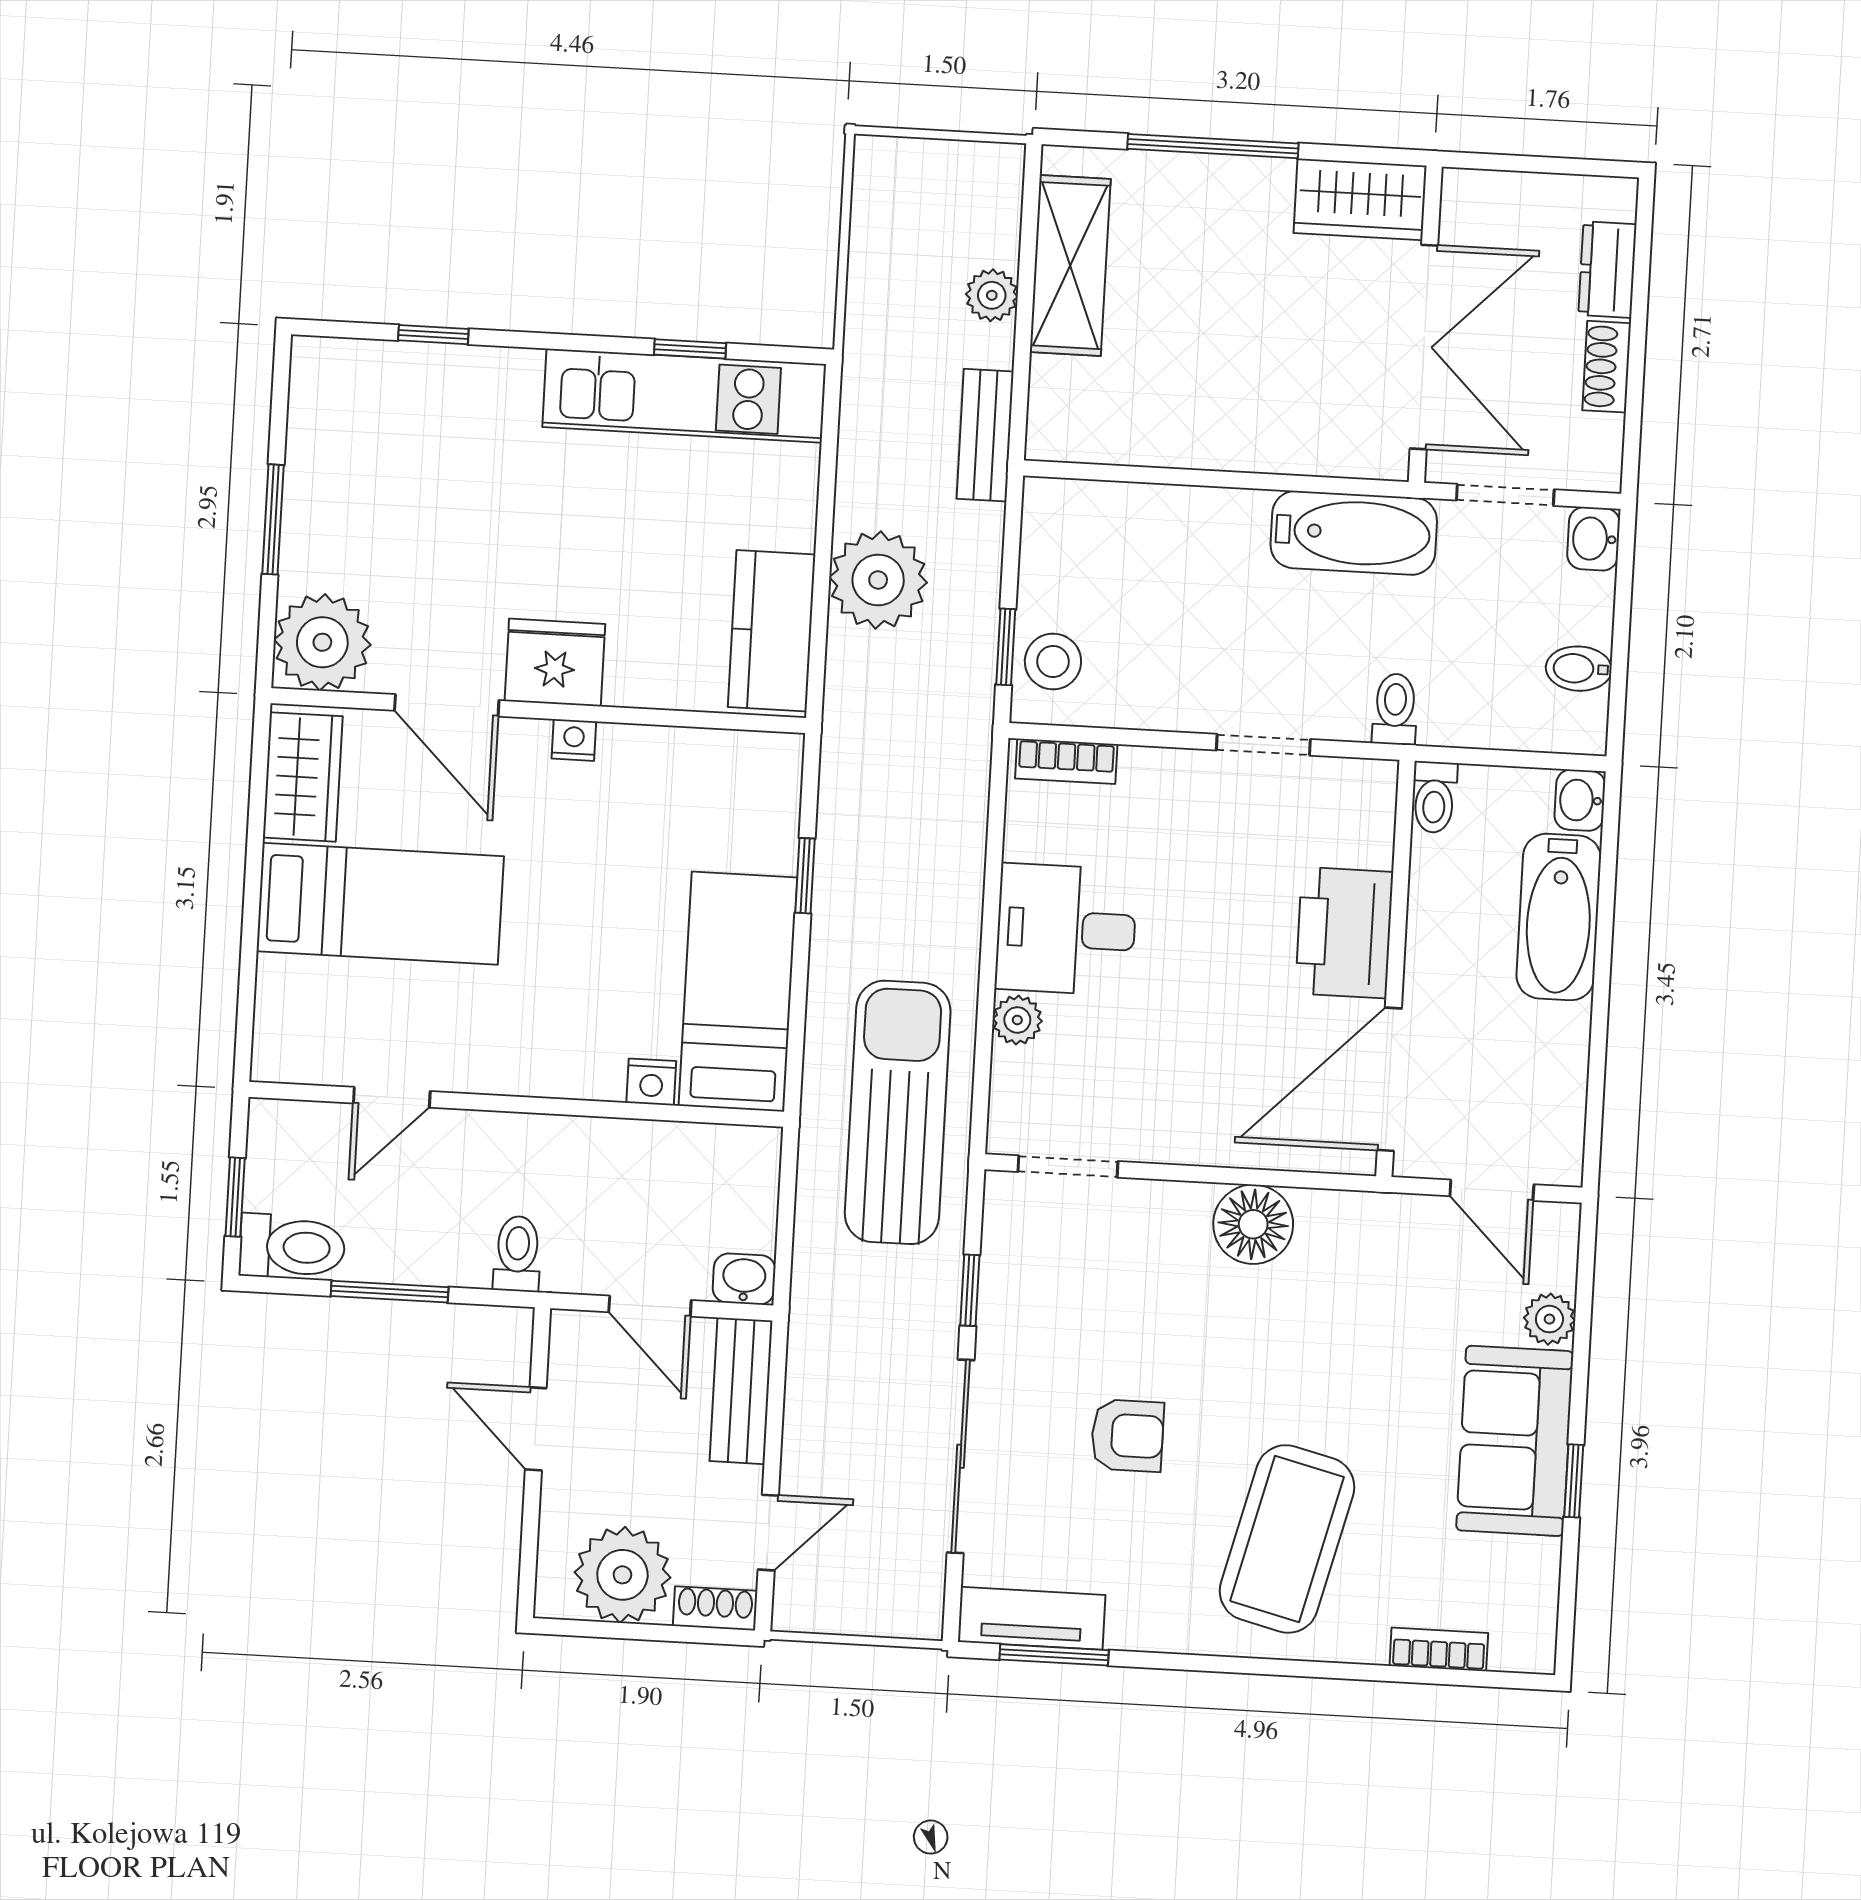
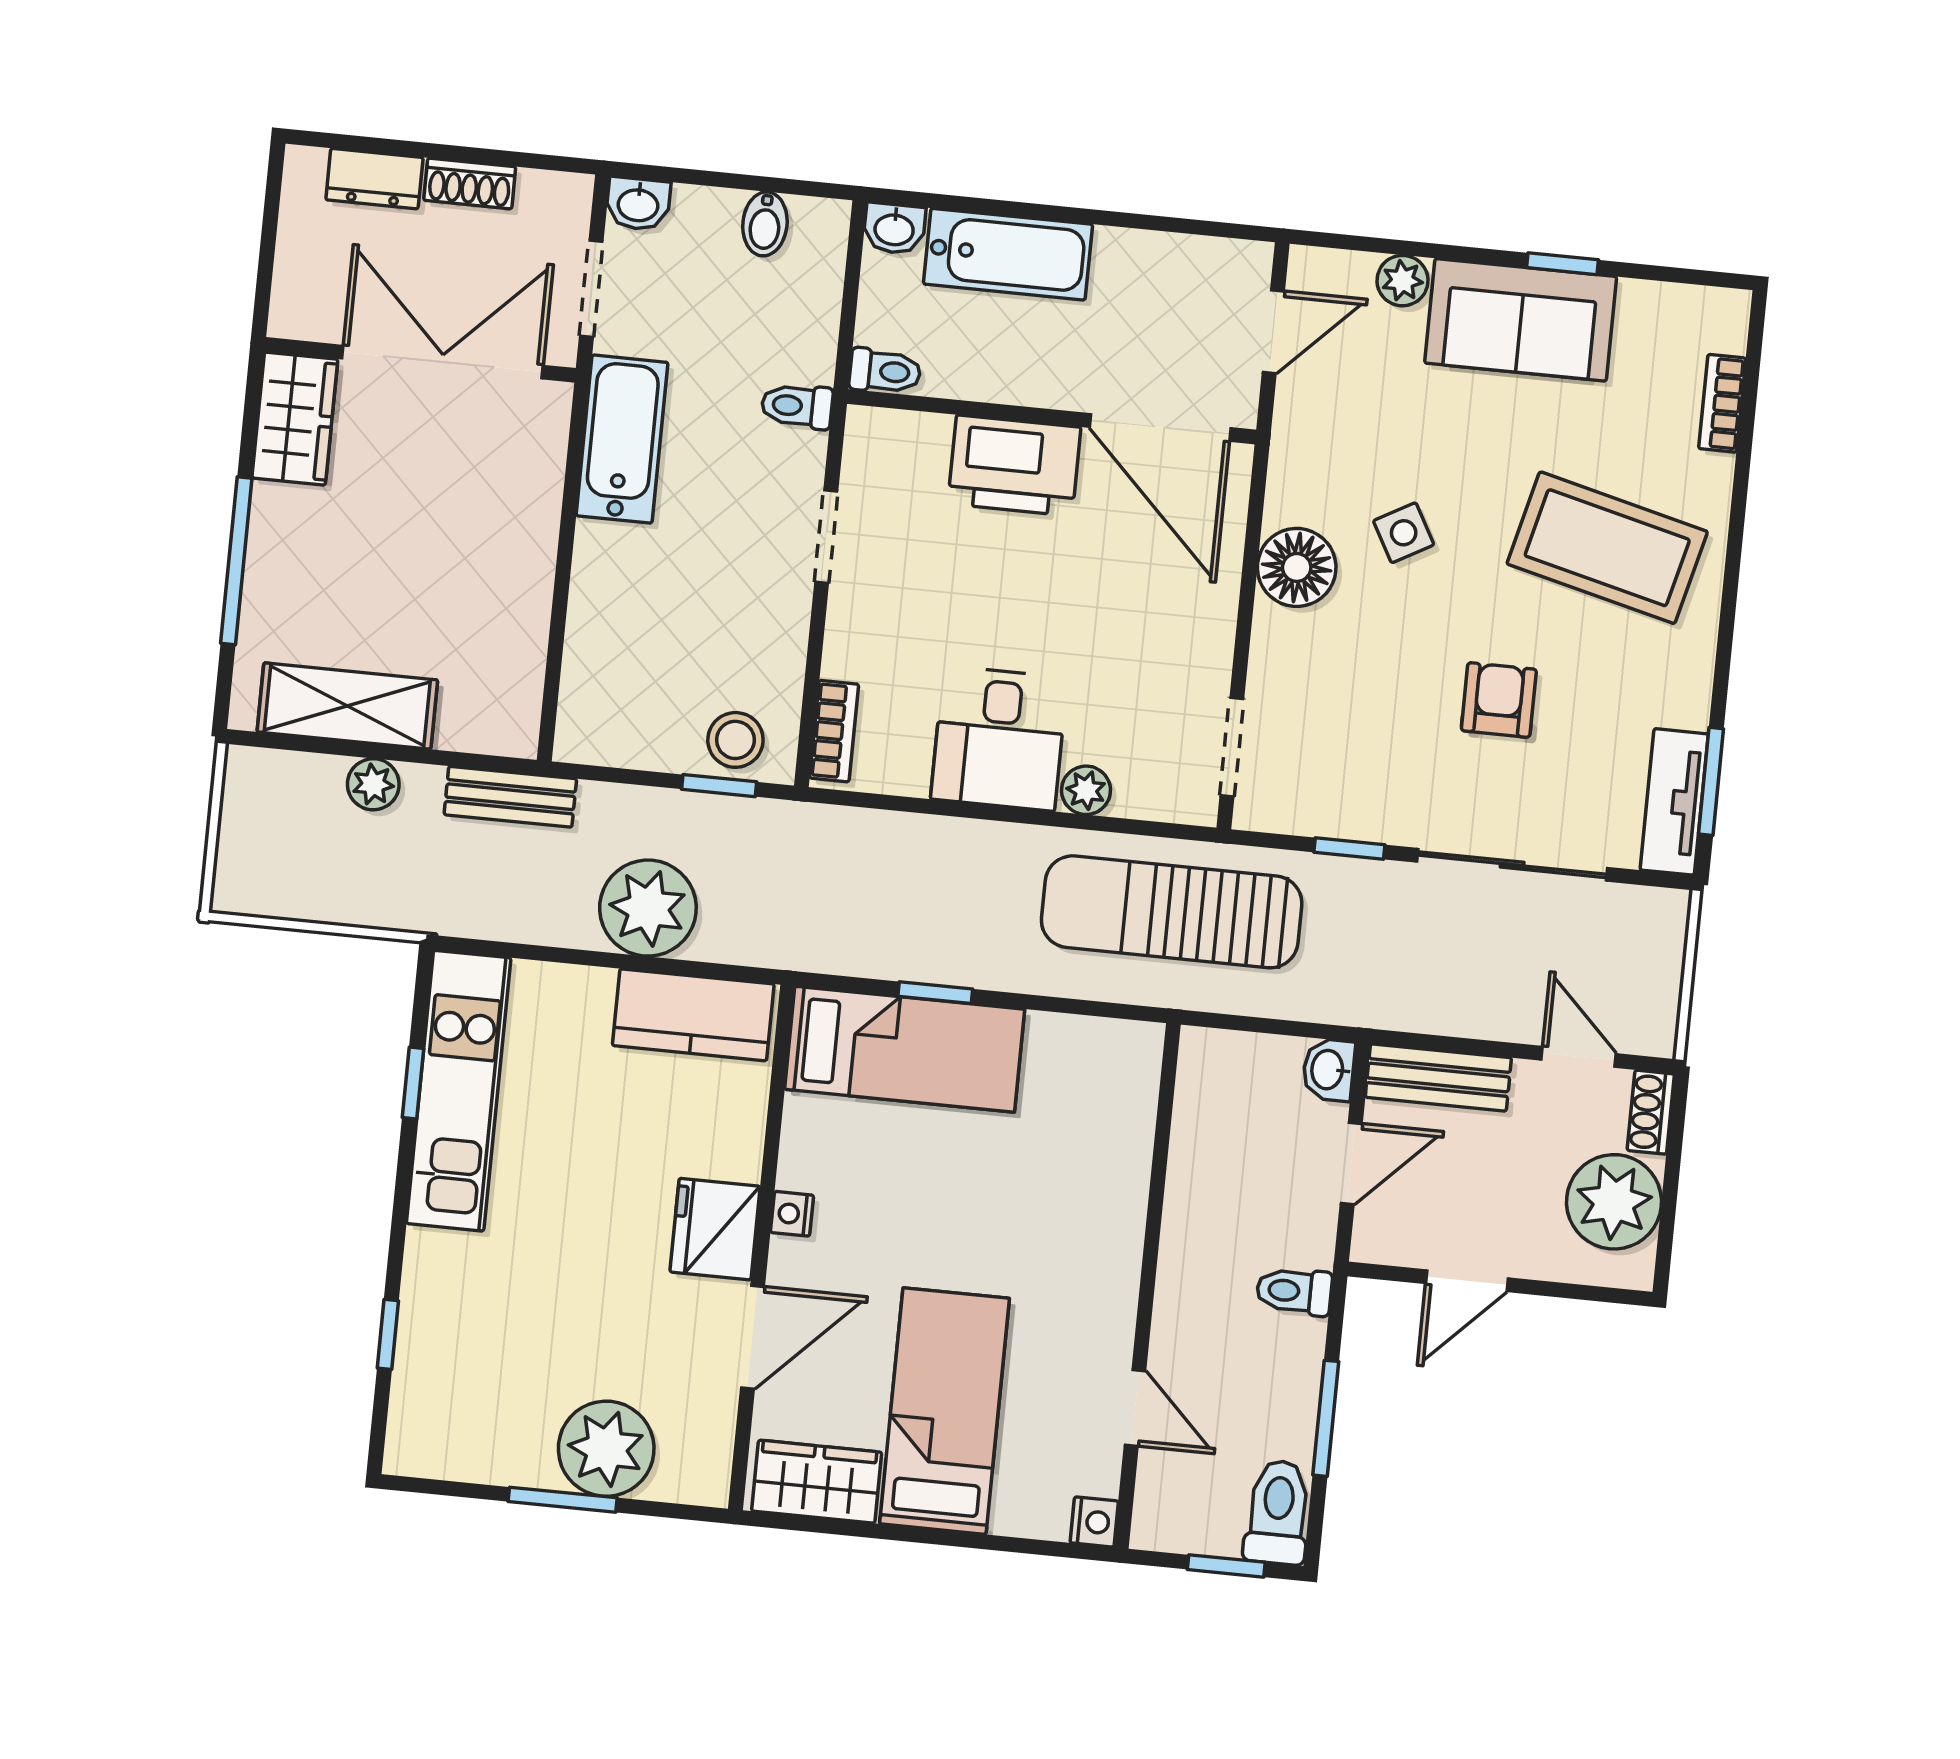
plant: (322, 642) -> (606, 1449), moved
bed: (738, 992) -> (905, 1049), moved, turned 180
nightstand: (651, 1082) -> (1094, 1522), moved
side table: (1293, 1331) -> (1404, 533), added

